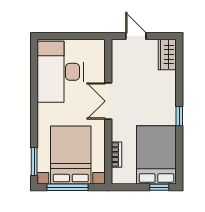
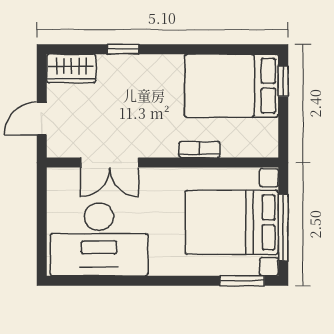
double door: (108, 101) -> (110, 163), moved
window: (179, 116) -> (123, 49), moved
bookcase: (116, 155) -> (199, 149), moved

